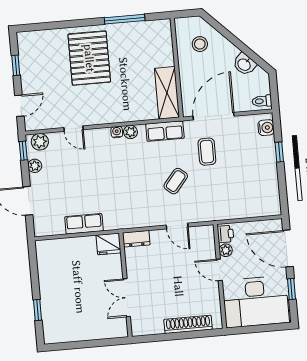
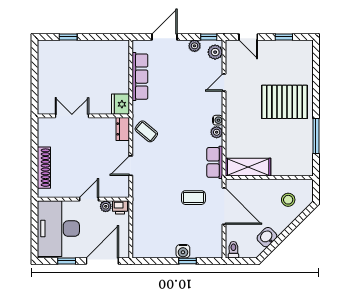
water cooler: (266, 128) -> (183, 251), moved
coffee table: (176, 181) -> (146, 131), moved
row of seats: (84, 224) -> (140, 77), width x1.48

